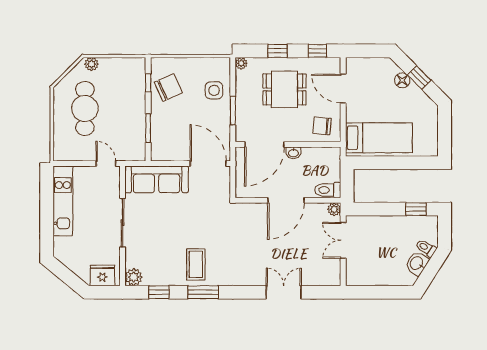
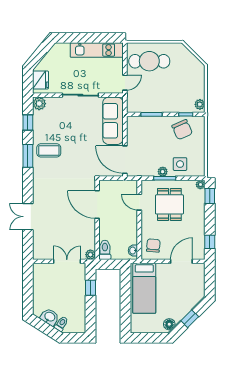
window: (277, 51) -> (210, 196), moved
plant: (92, 64) -> (200, 104), moved
floor lamp: (402, 80) -> (169, 324), moved
dining table: (284, 89) -> (169, 204), moved
cafe table: (85, 108) -> (149, 61), moved
plant: (224, 113) -> (163, 172), added
door: (264, 144) -> (139, 202), width x0.53
washbasin: (293, 153) -> (133, 251), moved
door: (208, 164) -> (125, 160), swing flipped
door: (286, 200) -> (97, 205), moved
window: (416, 209) -> (91, 288), moved
double door: (284, 292) -> (28, 217), swing flipped

